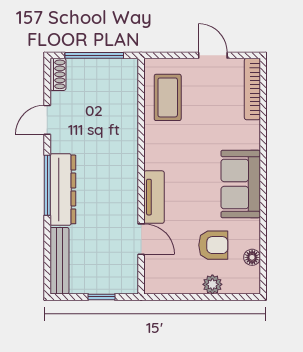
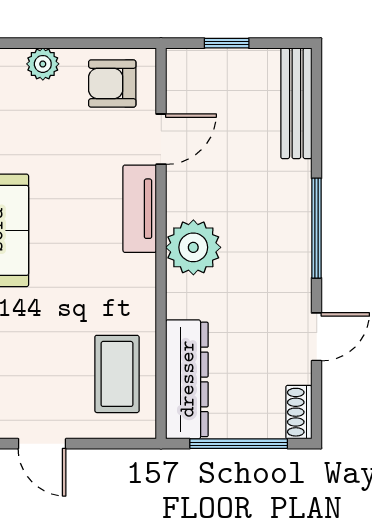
plant: (122, 174) -> (193, 247), added
dresser: (63, 189) -> (187, 379), moved, turned 180
door: (141, 239) -> (161, 139), swing flipped
armchair: (213, 245) -> (112, 84), moved

